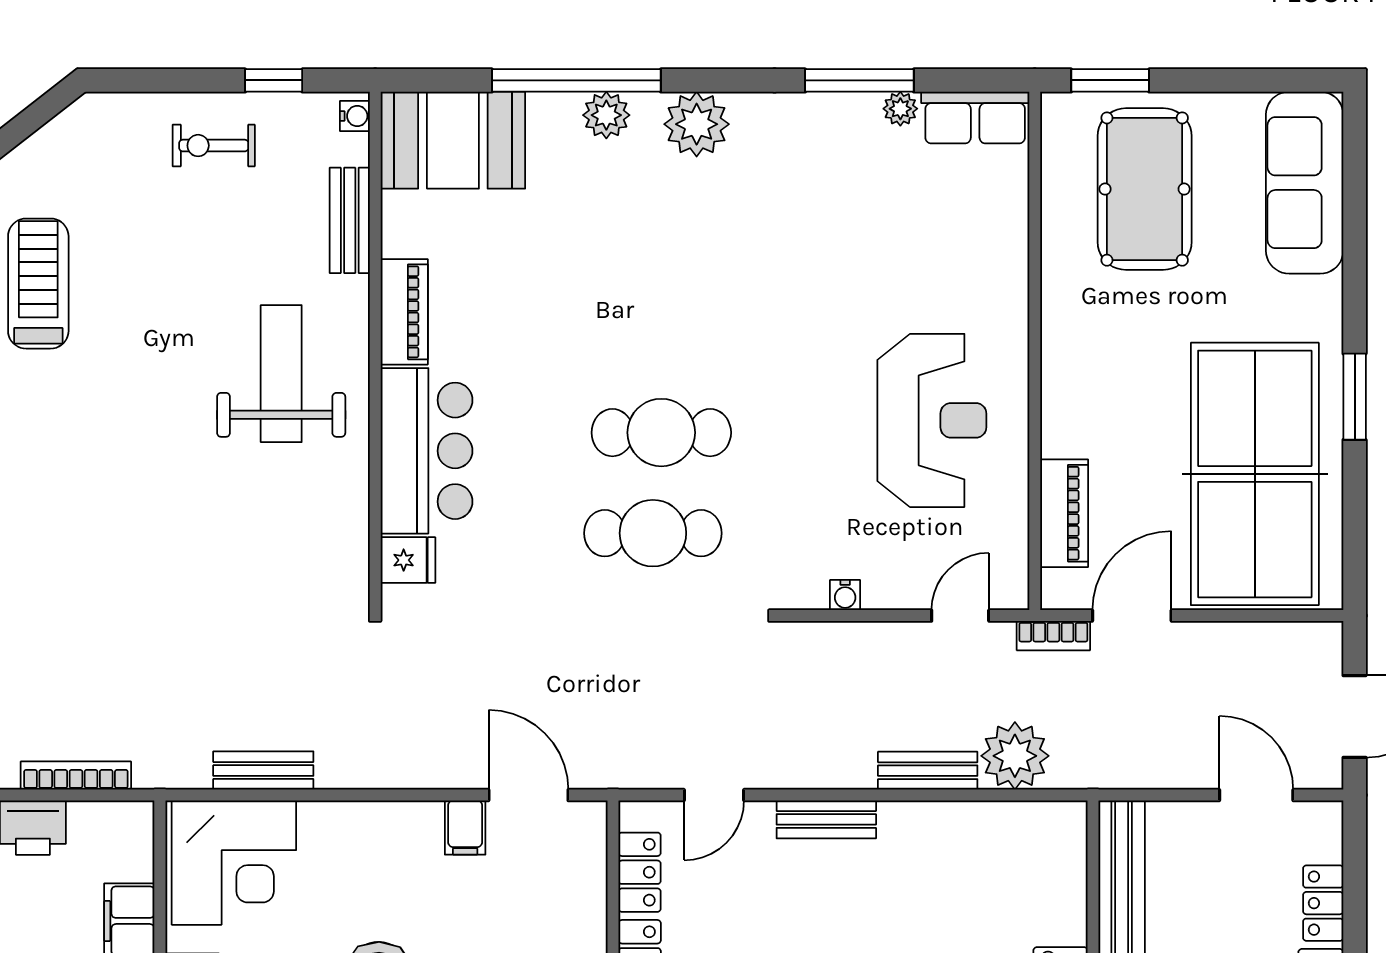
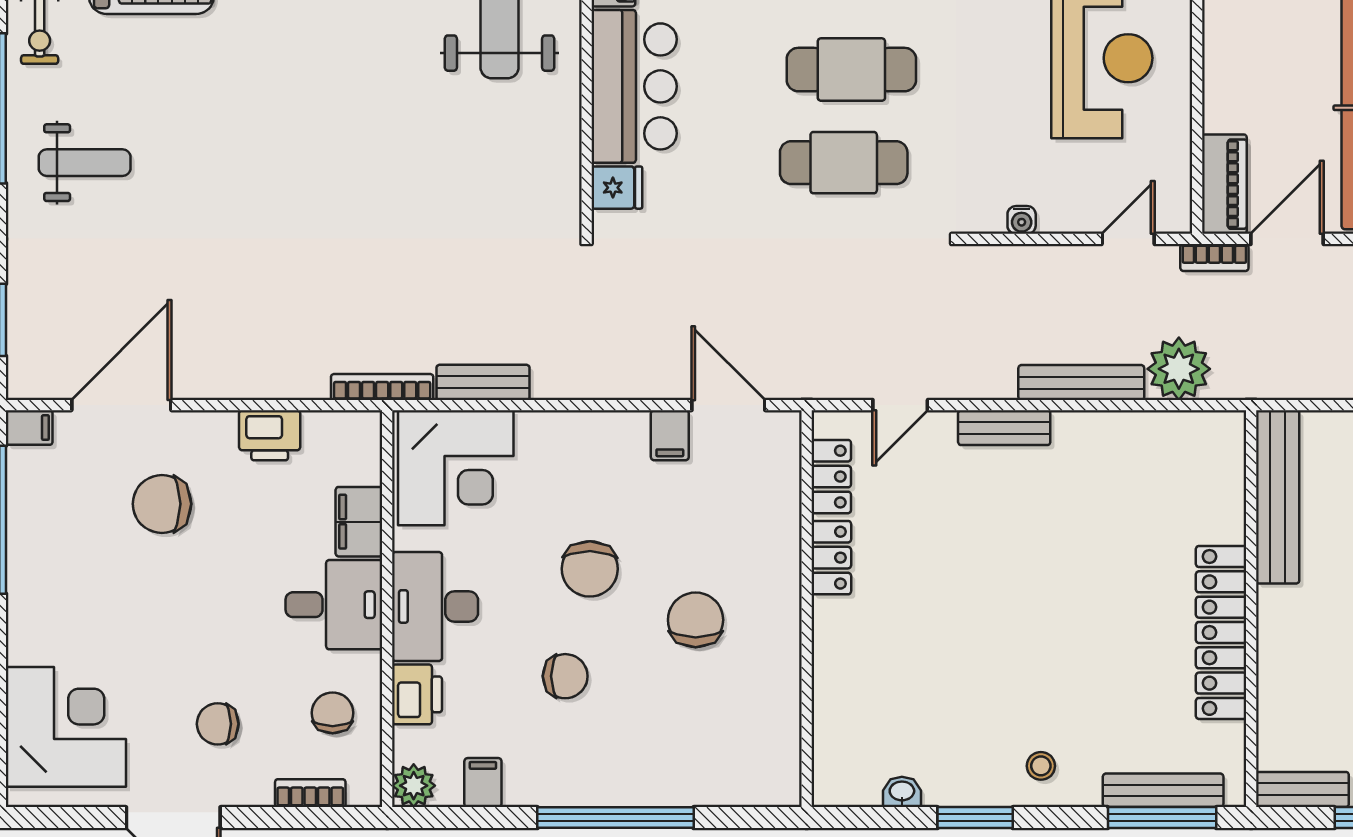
piano: (1064, 513) -> (1224, 184), moved
bench: (928, 771) -> (1081, 383), width x1.36
bookcase: (76, 776) -> (382, 387), moved

